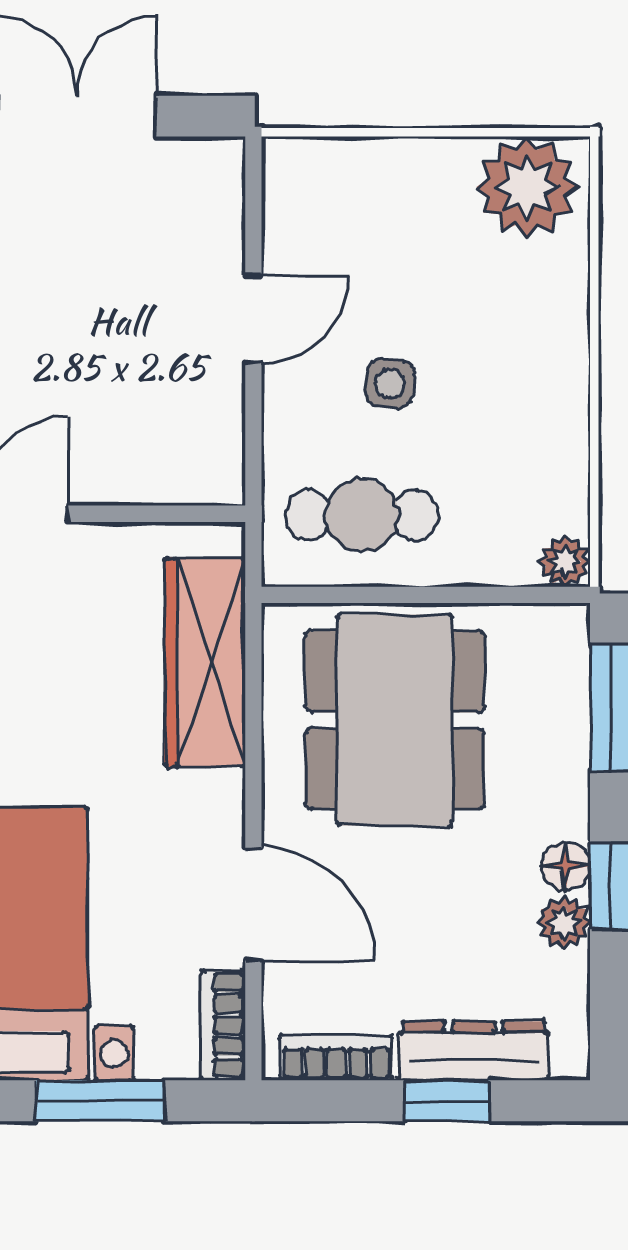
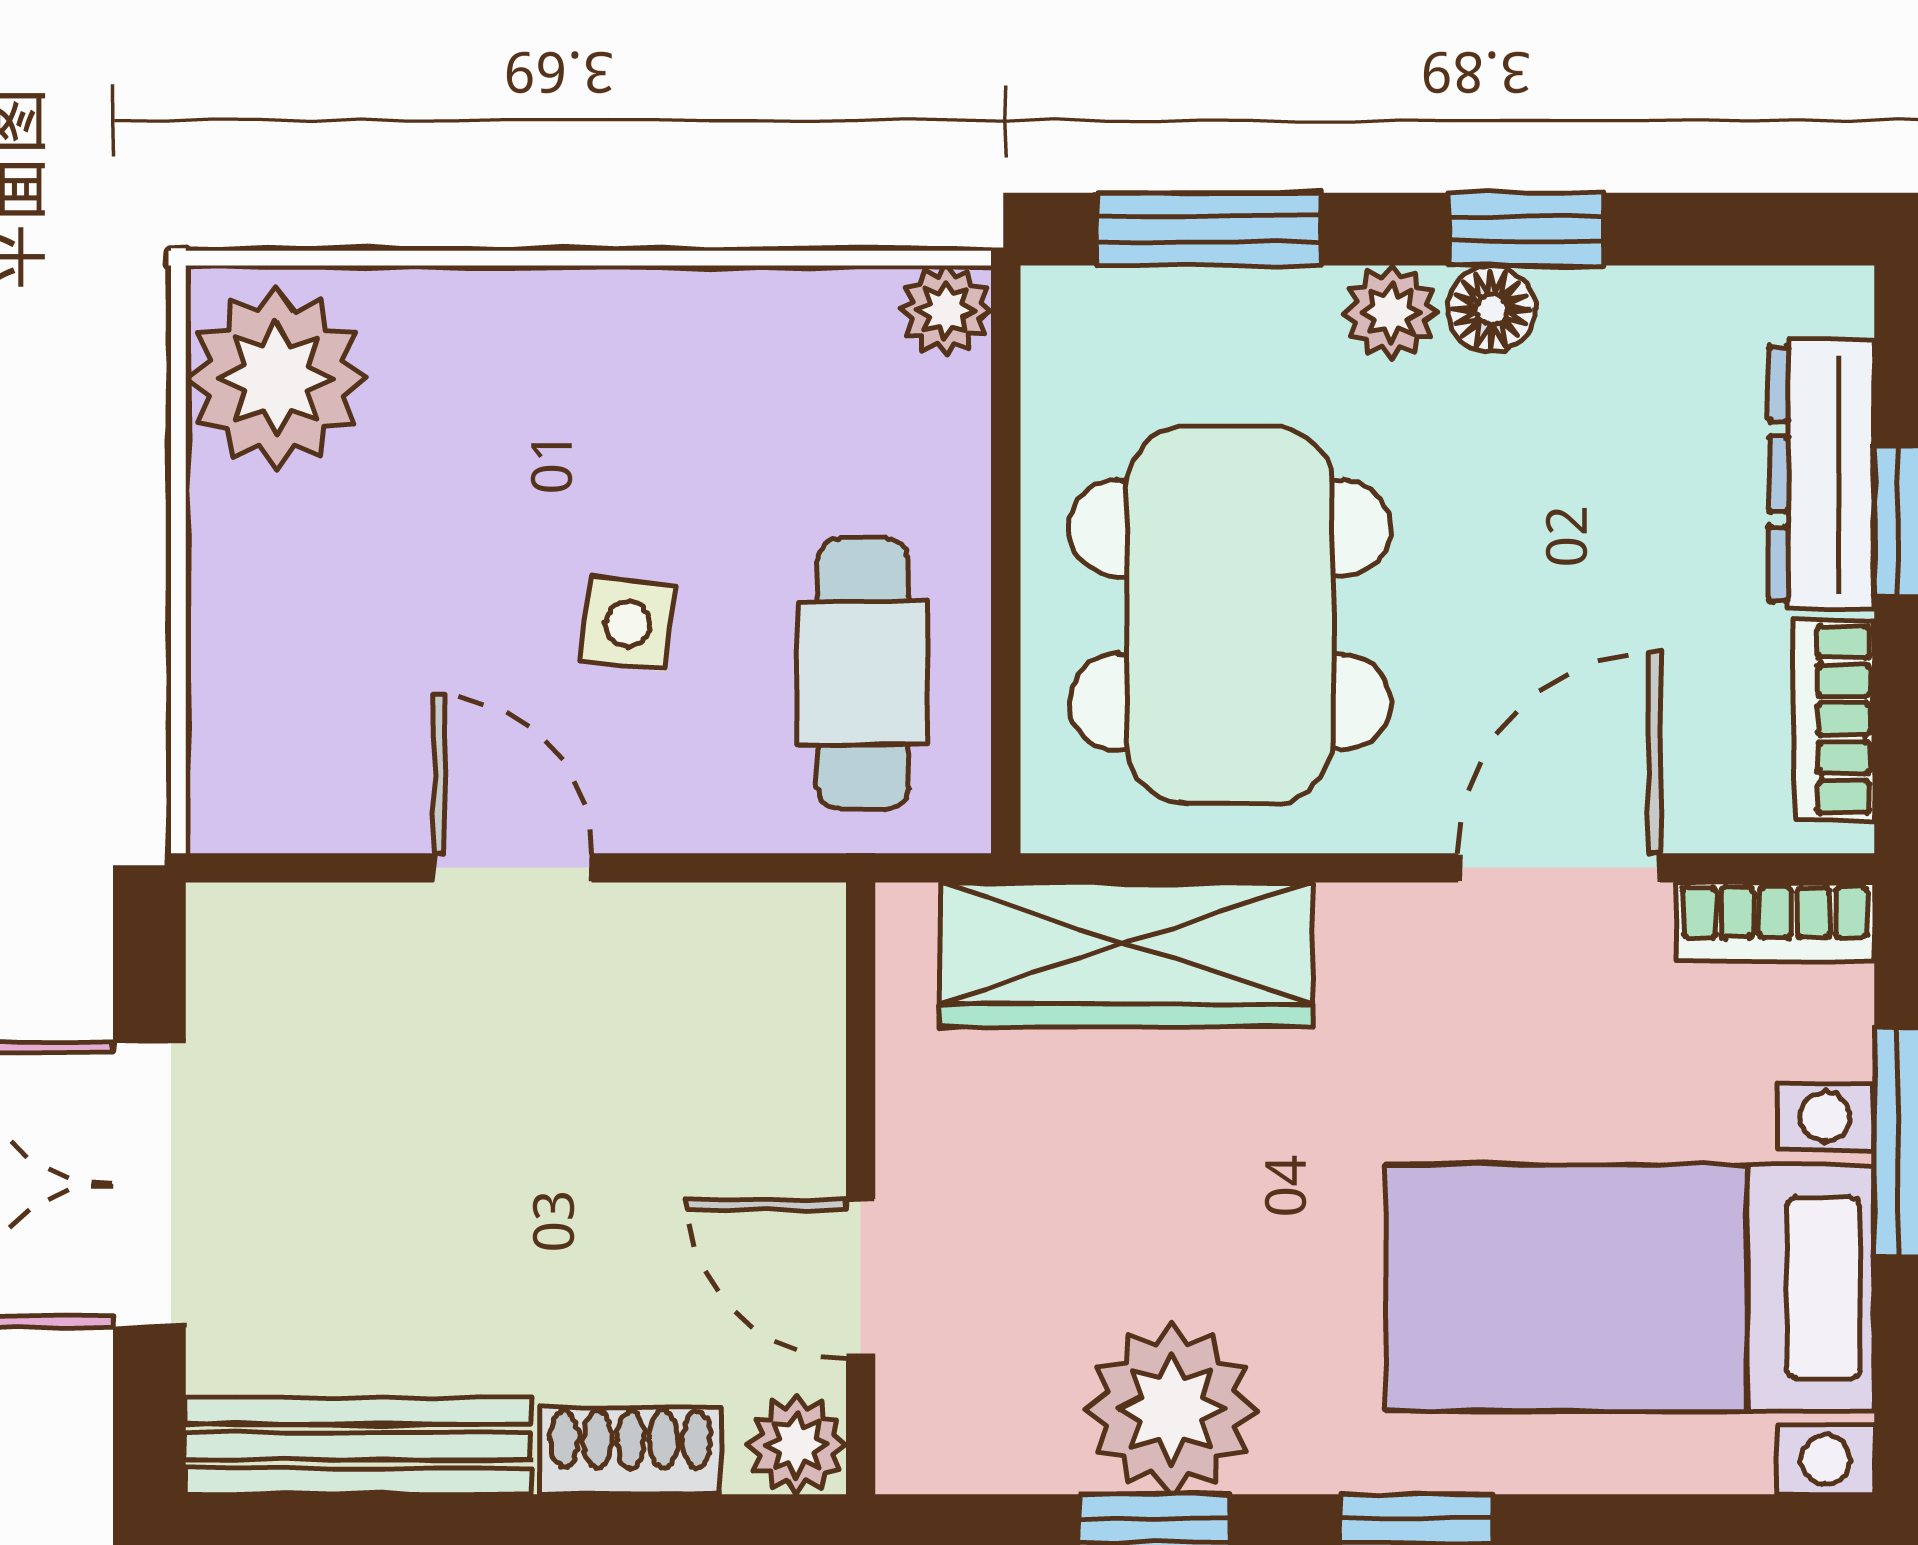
dining table: (395, 720) -> (1230, 615), turned 90
plant: (564, 922) -> (1391, 312), moved

